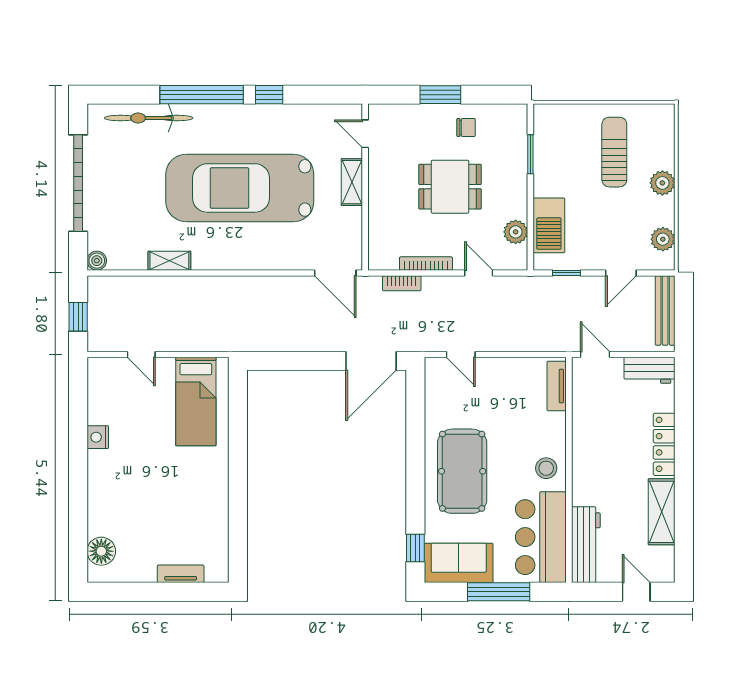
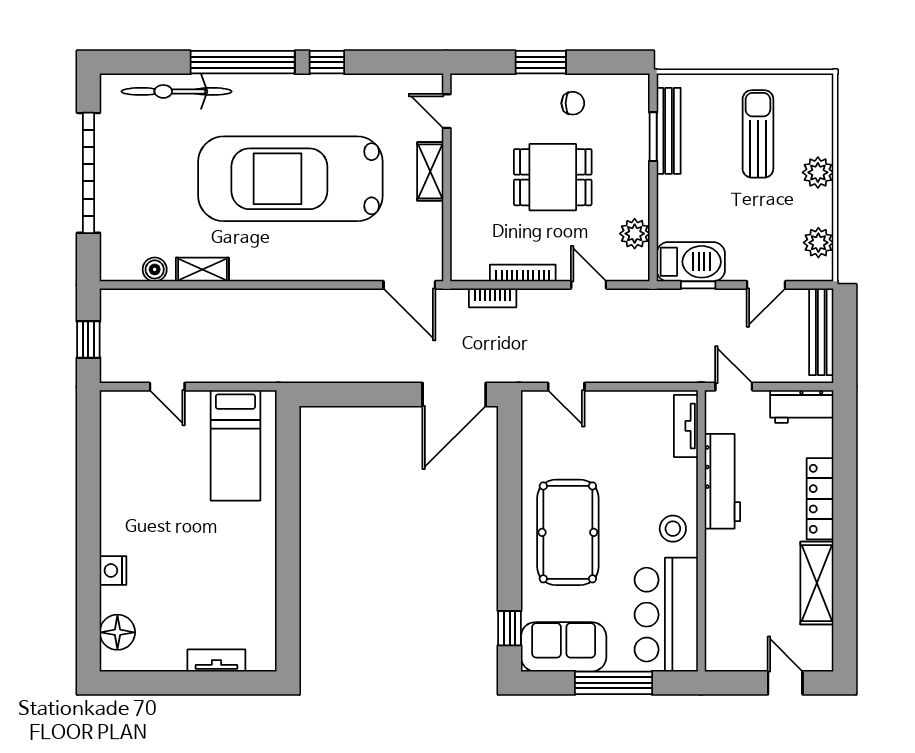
bench: (543, 150) -> (669, 131), added
barbecue: (549, 225) -> (691, 262), moved, turned -90
boiler: (97, 261) -> (155, 269), moved
nightstand: (98, 437) -> (113, 570), moved
workbench: (586, 545) -> (722, 481), moved

